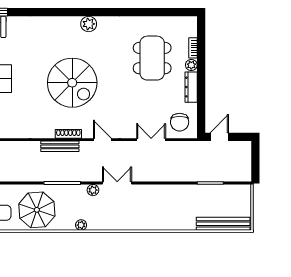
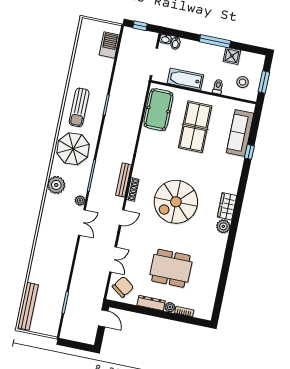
wardrobe: (65, 25) -> (227, 206), added
dining table: (152, 58) -> (171, 268), moved
chair: (180, 122) -> (123, 287), turned 126
plant: (81, 225) -> (56, 185), width x1.87, depth x1.87

